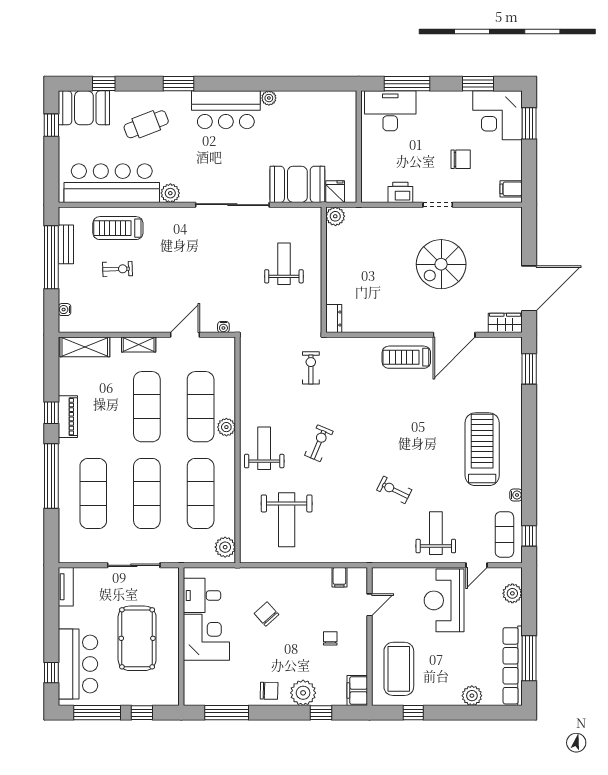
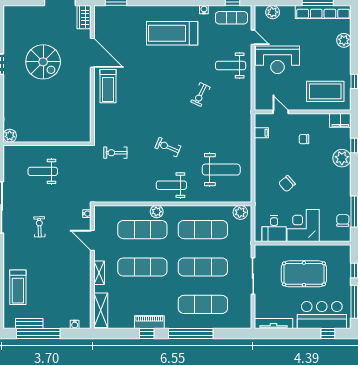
exercise bike: (117, 269) -> (39, 227), moved
dresser: (334, 319) -> (81, 137), removed
tv unit: (66, 587) -> (274, 324), width x1.41
chair: (269, 691) -> (343, 220), moved

